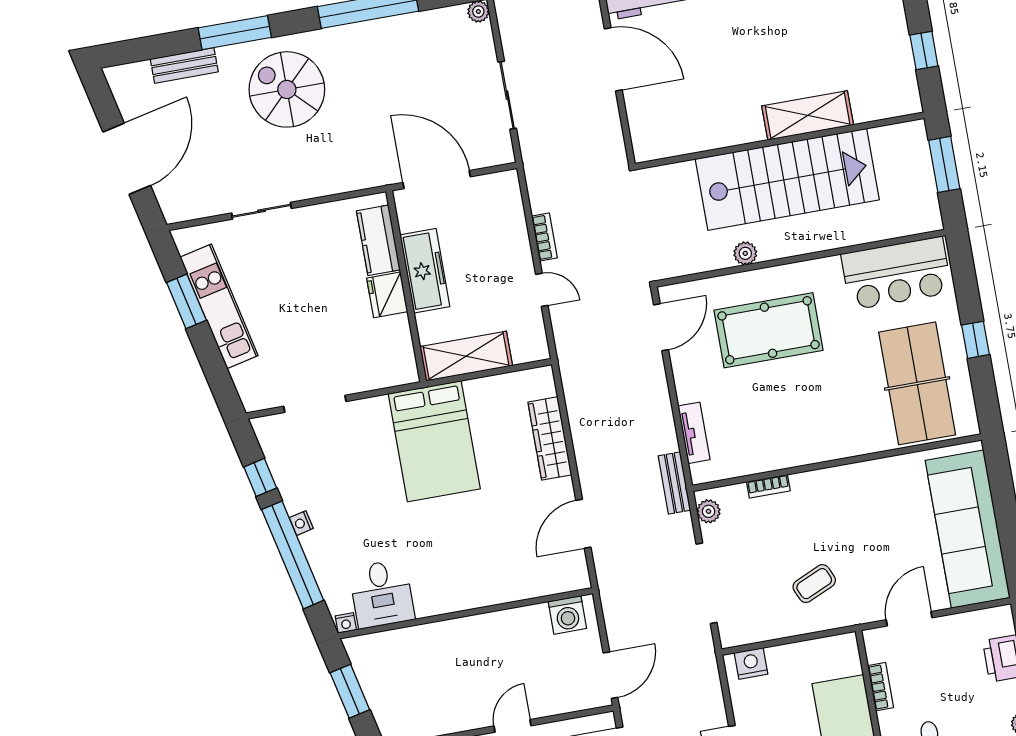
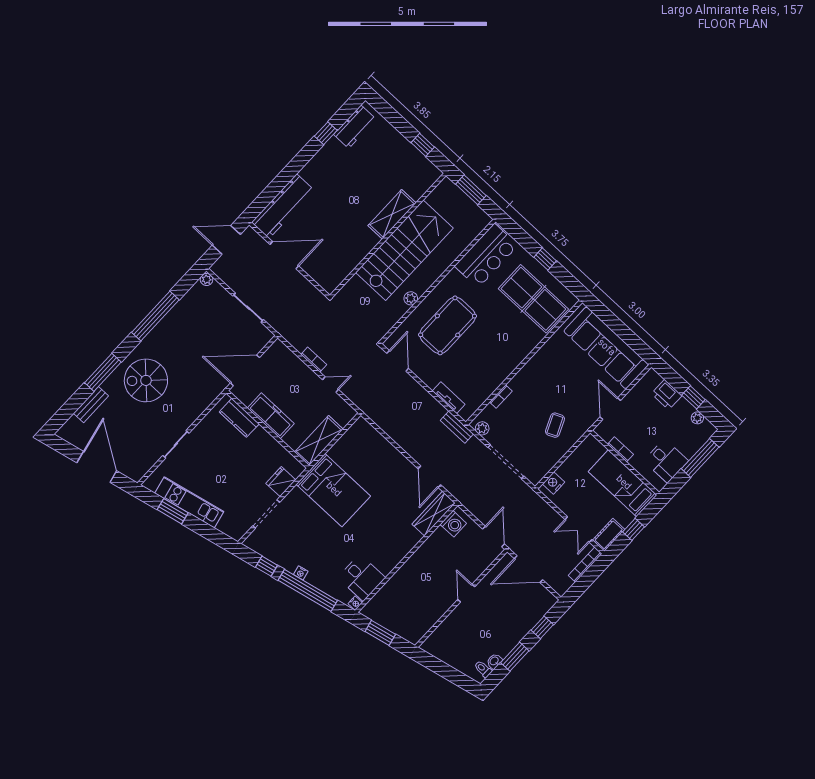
fridge: (387, 295) -> (281, 482), moved, turned 90
wardrobe: (550, 438) -> (434, 514), moved, turned 90

